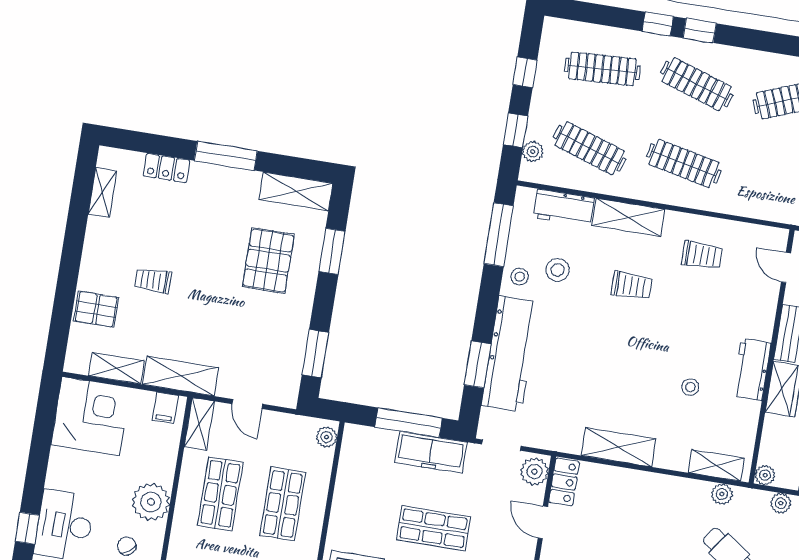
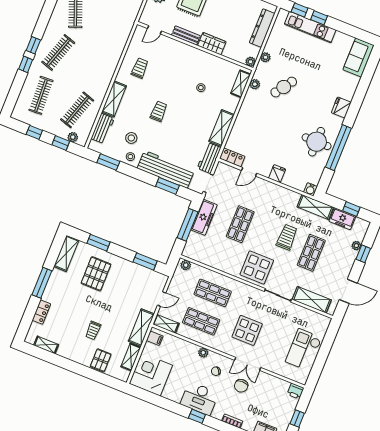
clothes rail: (684, 163) -> (94, 67), removed
window: (499, 235) -> (108, 162), width x0.69
pallet: (268, 261) -> (96, 274), turned 90
trolley: (632, 286) -> (159, 111), moved
workbench: (752, 369) -> (209, 158), moved, turned 90
plant: (534, 472) -> (224, 170), removed
plant: (151, 502) -> (203, 353), width x0.53, depth x0.53

